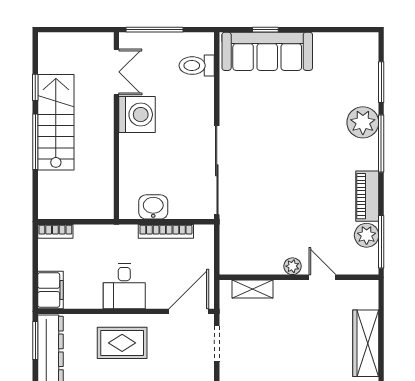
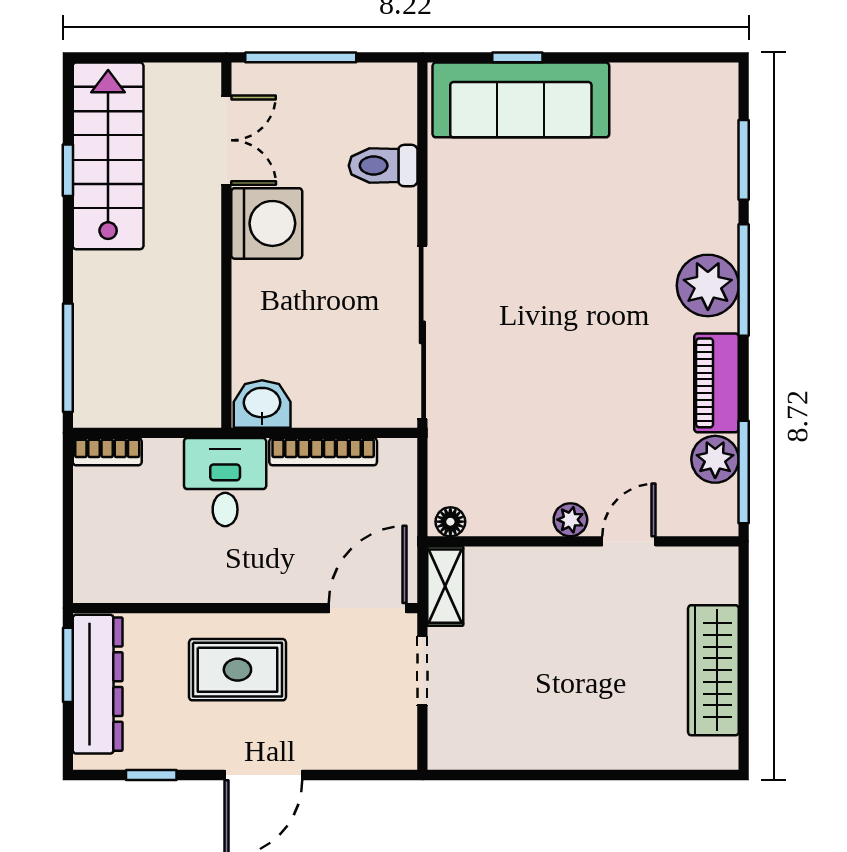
toilet: (197, 66) -> (383, 166), moved
stairs: (56, 122) -> (108, 156), moved
plant: (363, 122) -> (708, 285), moved
window: (35, 142) -> (68, 358), moved
washbasin: (153, 207) -> (262, 404), moved
floor lamp: (231, 267) -> (450, 522), added
door: (322, 277) -> (629, 541), hinge flipped
desk: (124, 286) -> (225, 482), moved, turned 180
shelving: (252, 289) -> (445, 586), moved, turned 90
filing cabinet: (50, 290) -> (97, 566), removed

